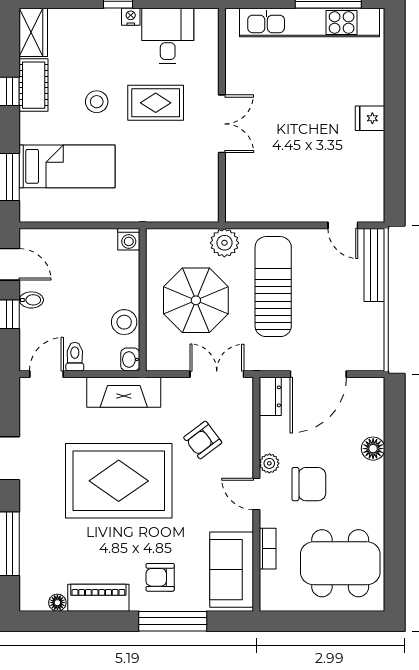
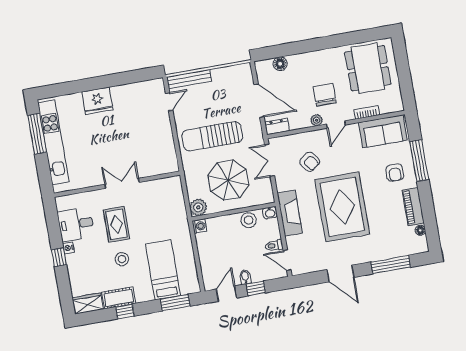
fridge: (370, 118) -> (97, 101), width x1.88, depth x1.34
plant: (224, 243) -> (198, 207), moved
floor lamp: (373, 449) -> (280, 64), moved

